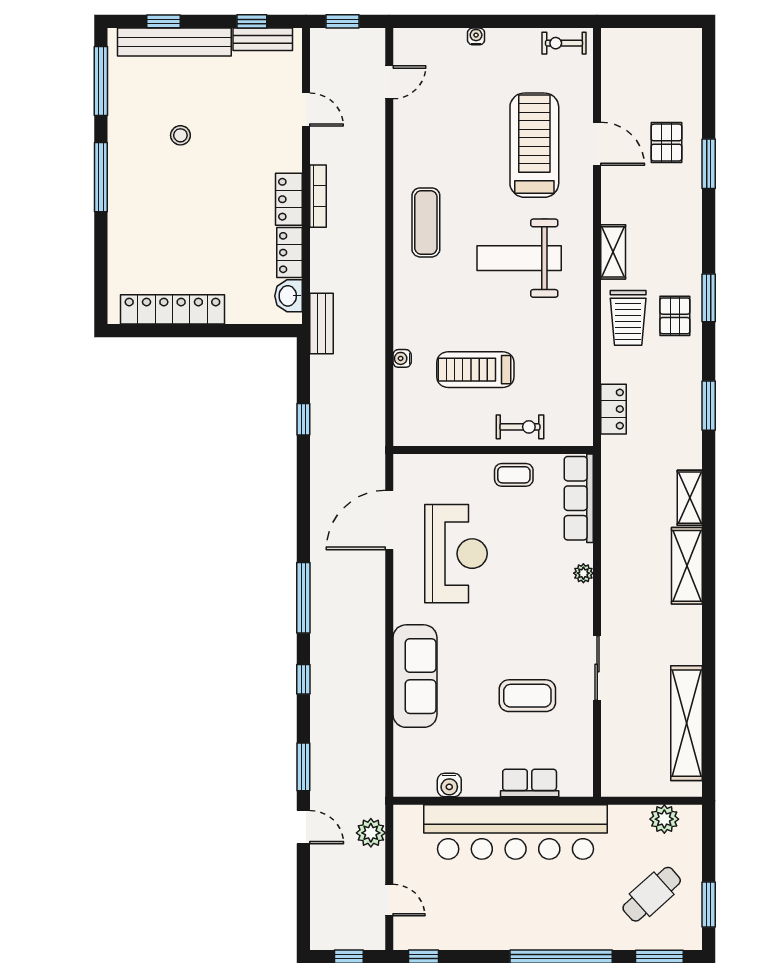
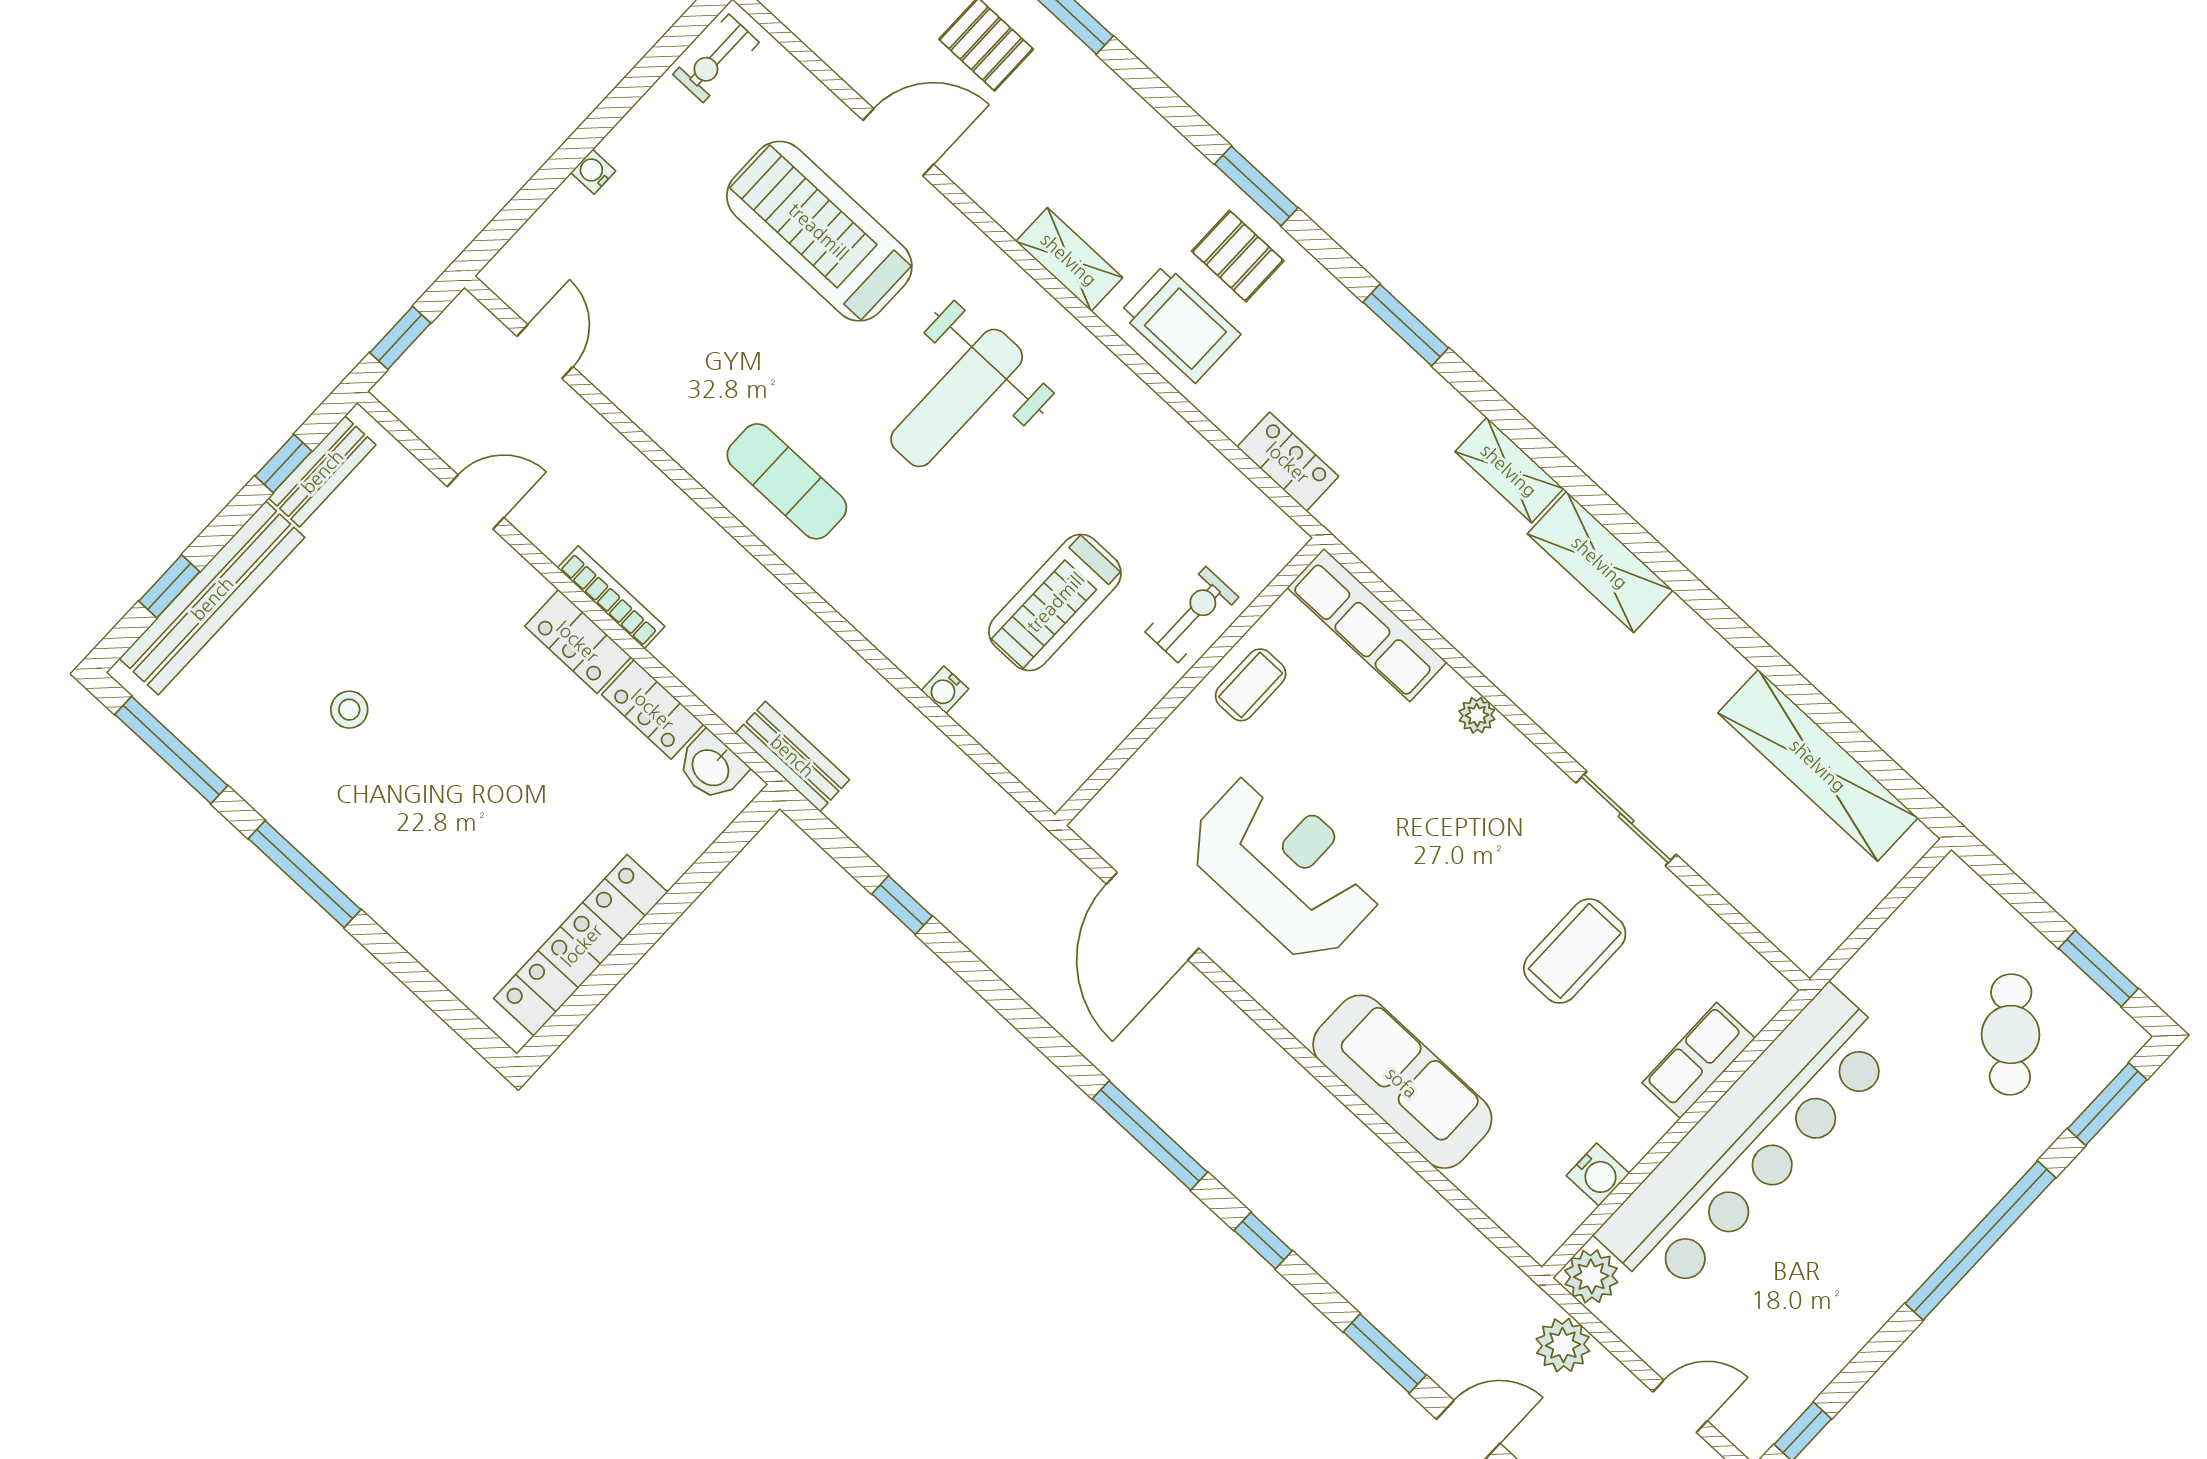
plant: (664, 819) -> (1591, 1276), moved

